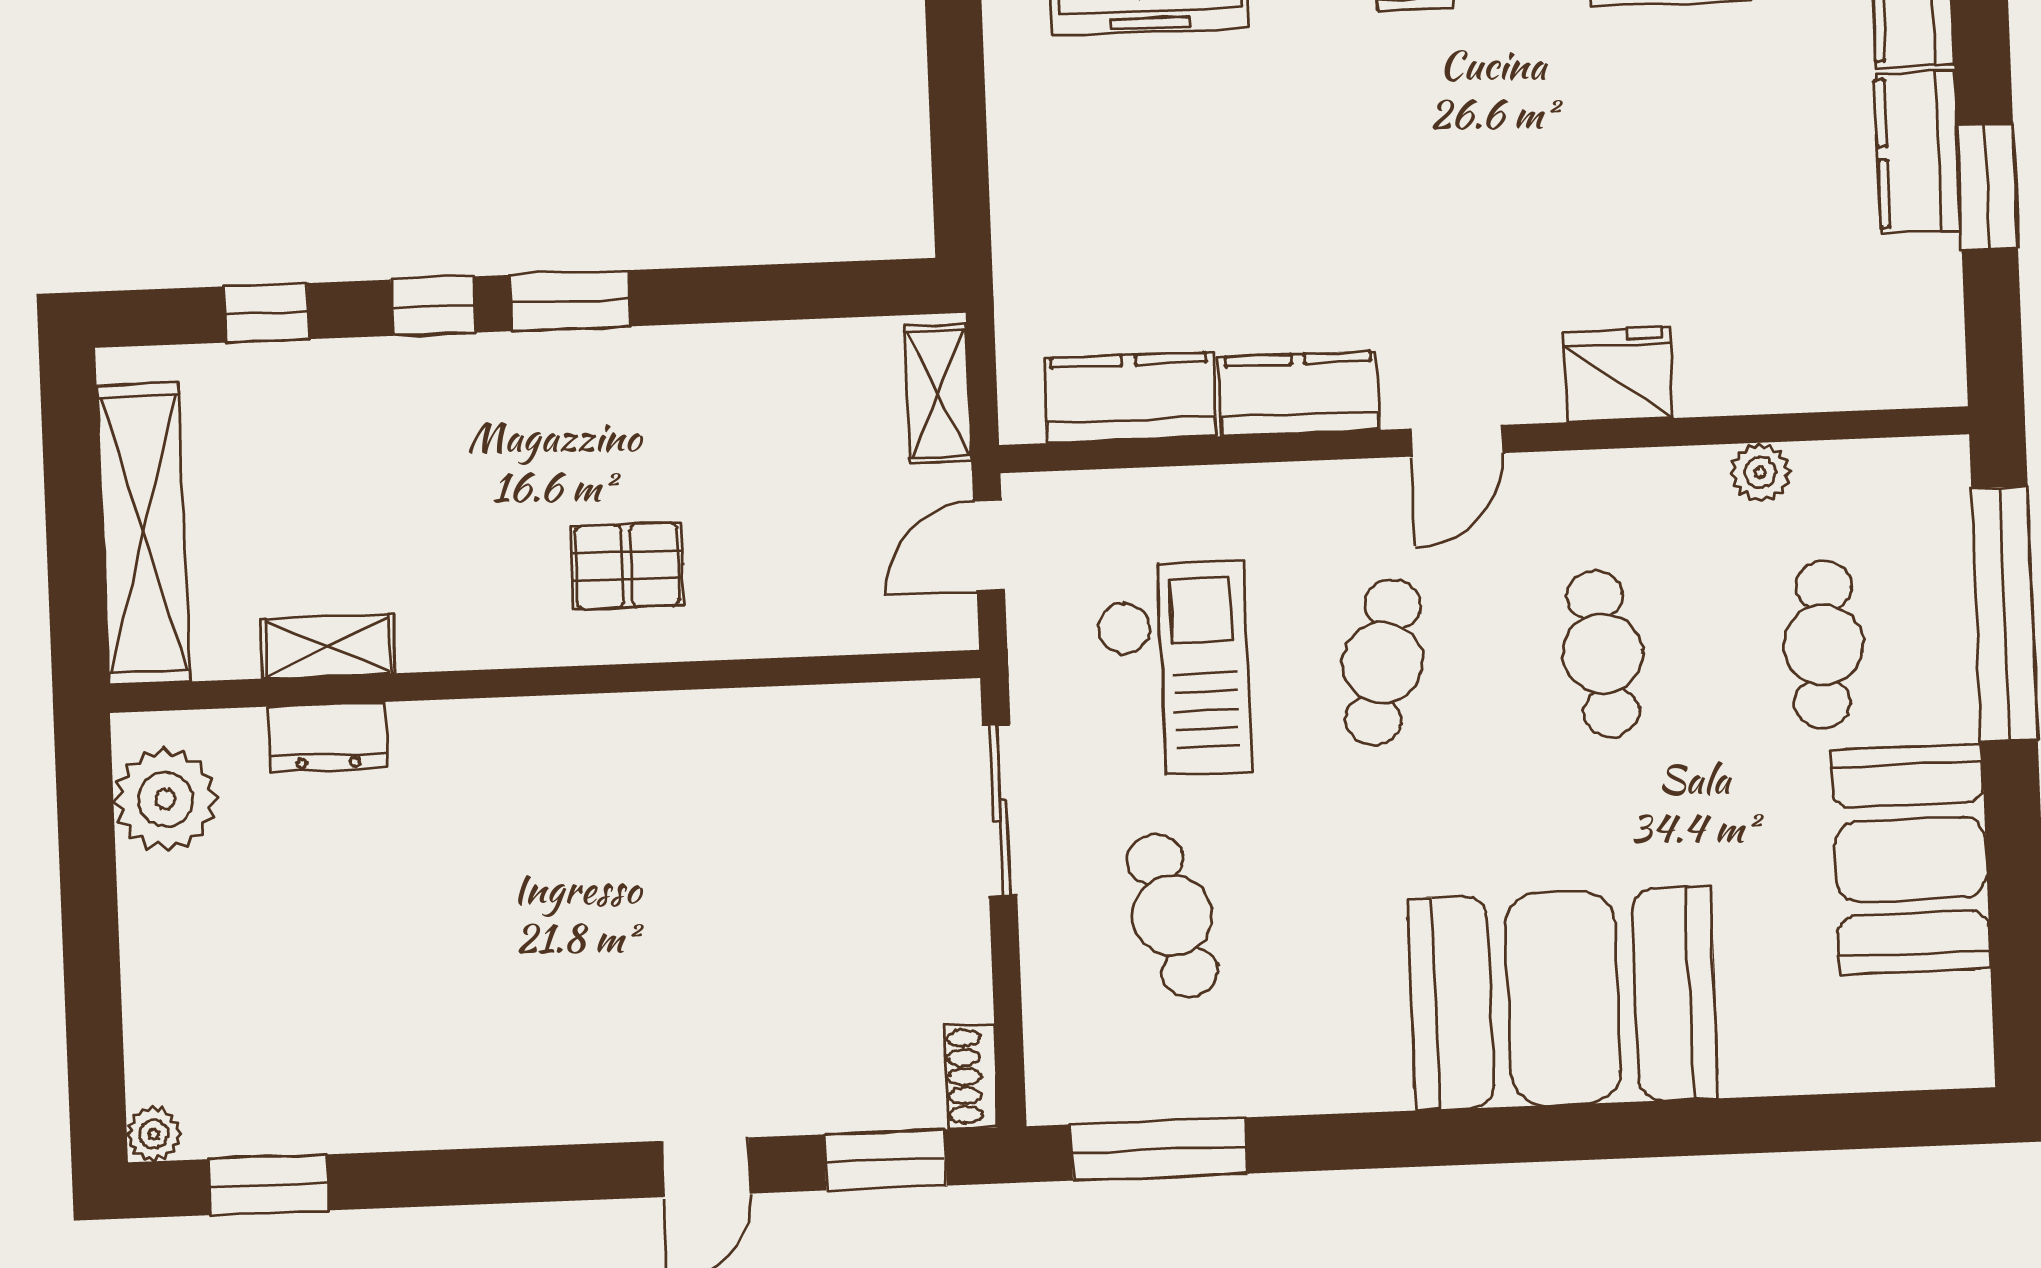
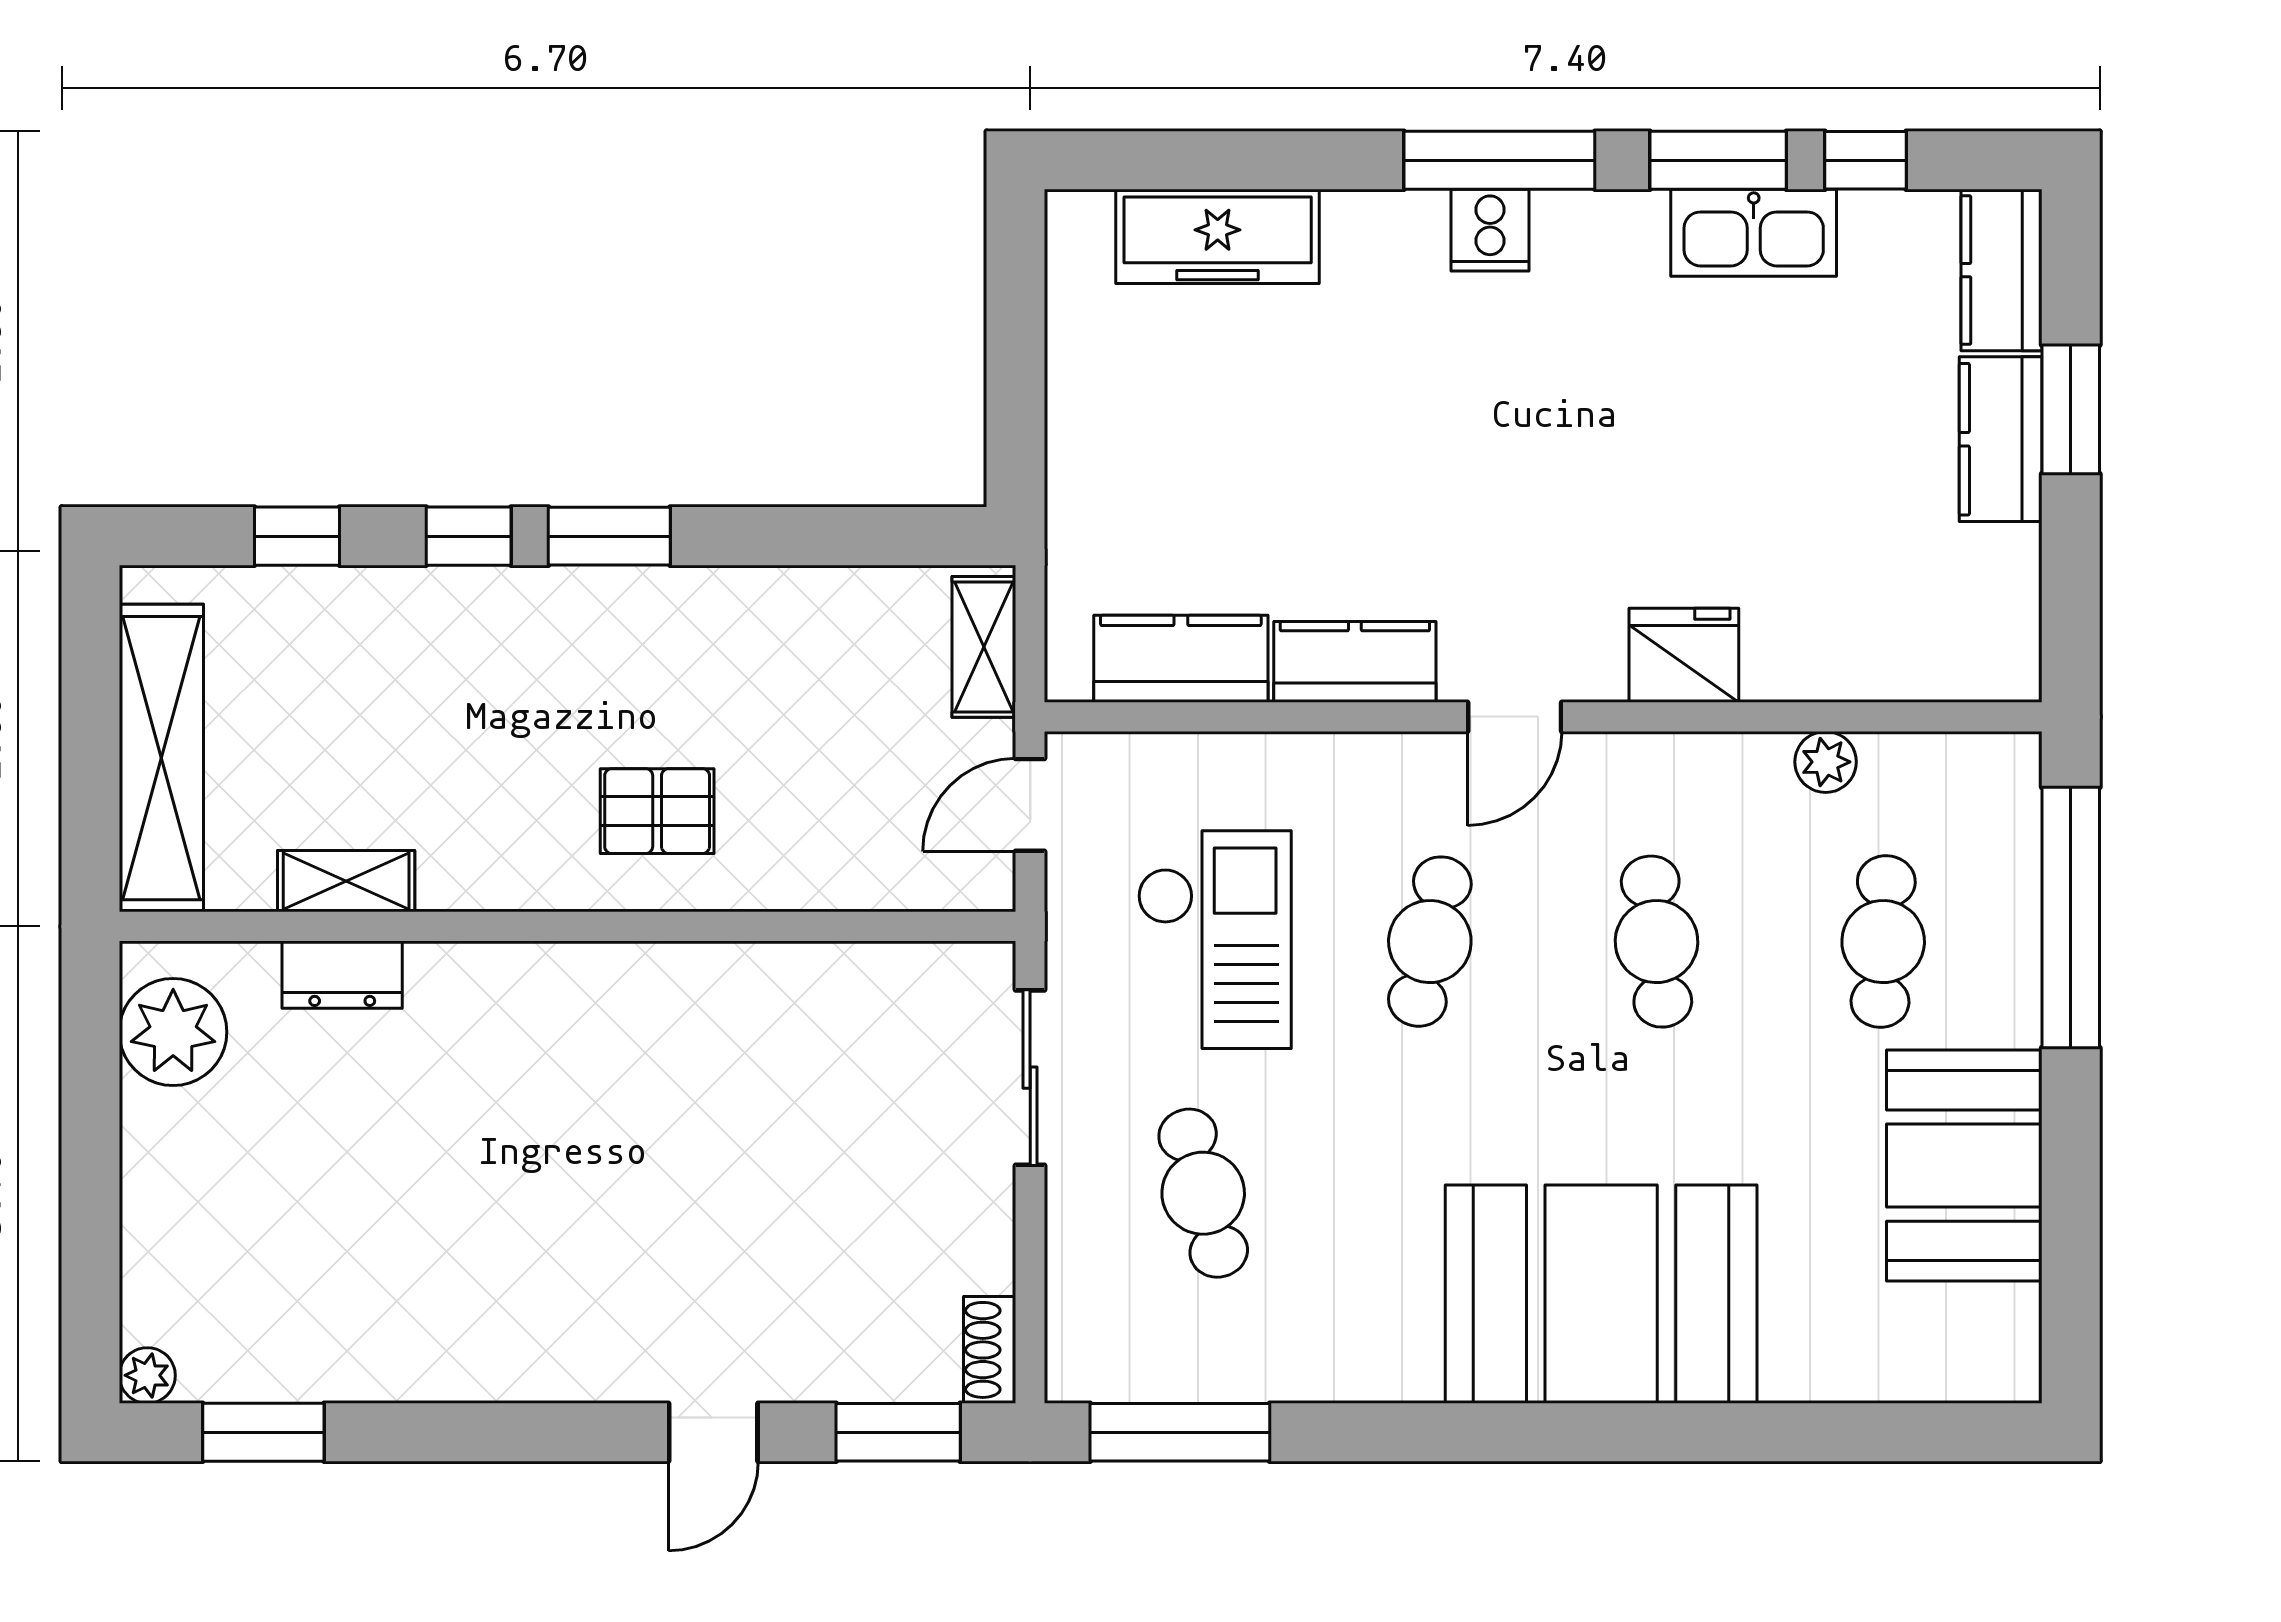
window: (1987, 187) -> (2071, 409), moved

